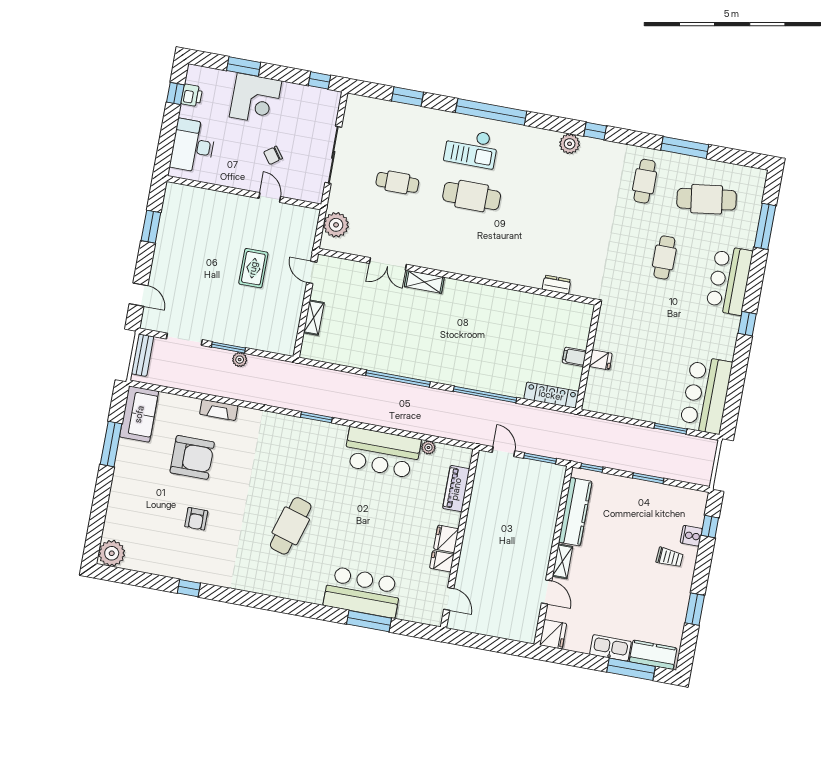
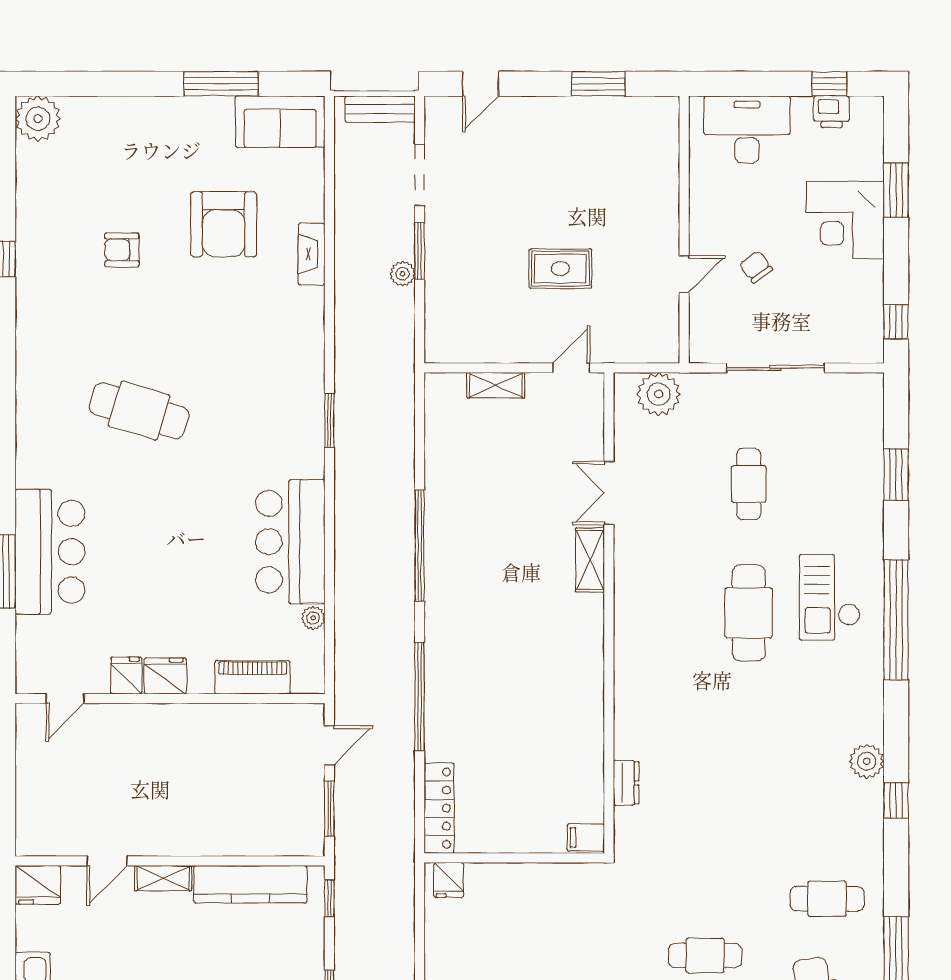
filing cabinet: (574, 357) -> (586, 838), moved, turned -90
fridge: (601, 360) -> (449, 880), moved

